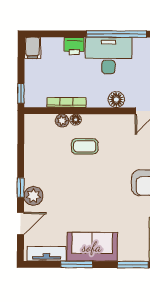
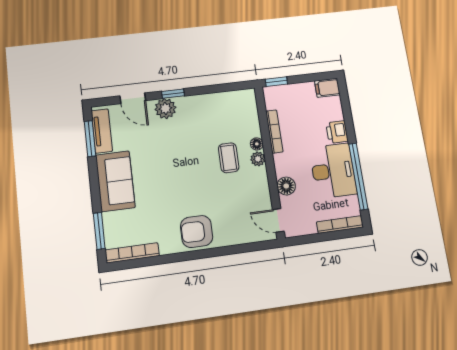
plant: (62, 121) -> (258, 159), moved
window: (77, 264) -> (90, 139), moved

